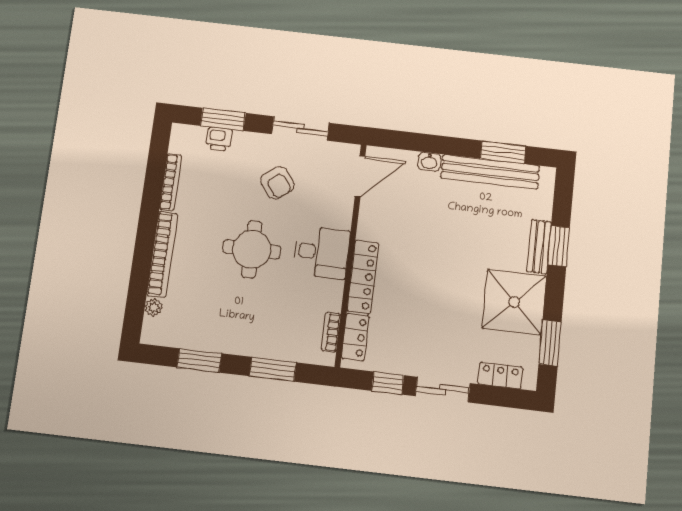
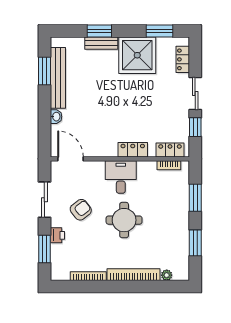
printer: (219, 139) -> (57, 235), moved
locker: (363, 277) -> (133, 150), width x0.66

